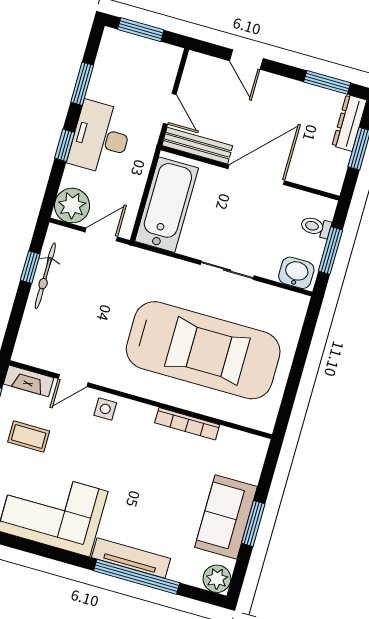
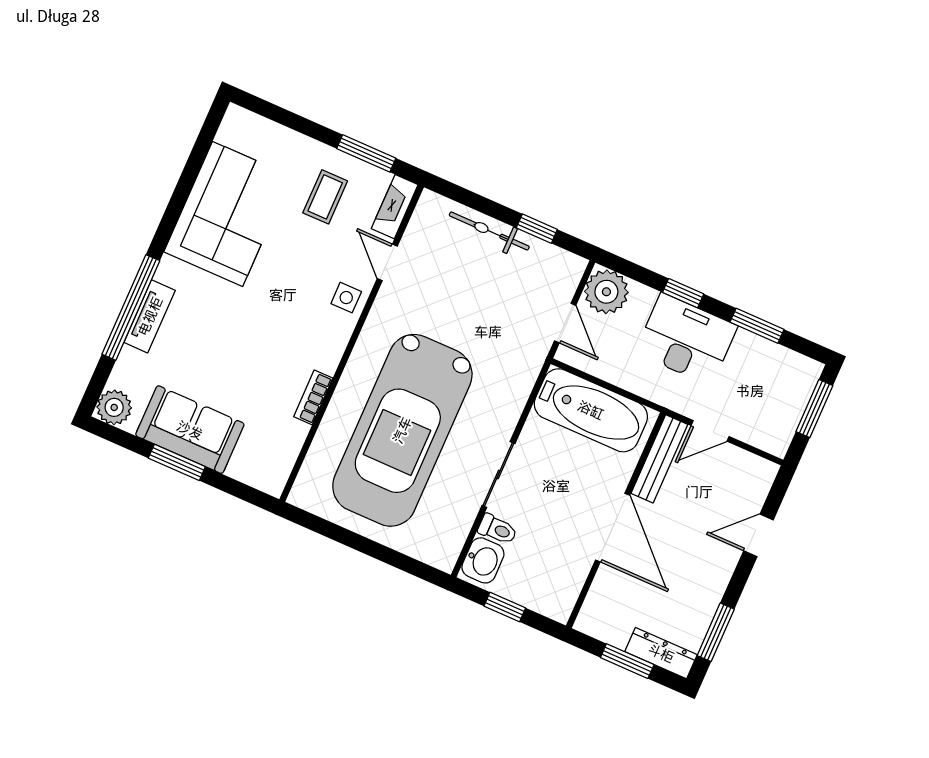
toilet: (316, 227) -> (497, 529), moved, turned 90
window: (330, 251) -> (505, 607), width x0.67
bicycle: (45, 276) -> (489, 231), moved
bookcase: (187, 424) -> (313, 397), width x0.64
tv unit: (131, 558) -> (150, 316), width x0.71

